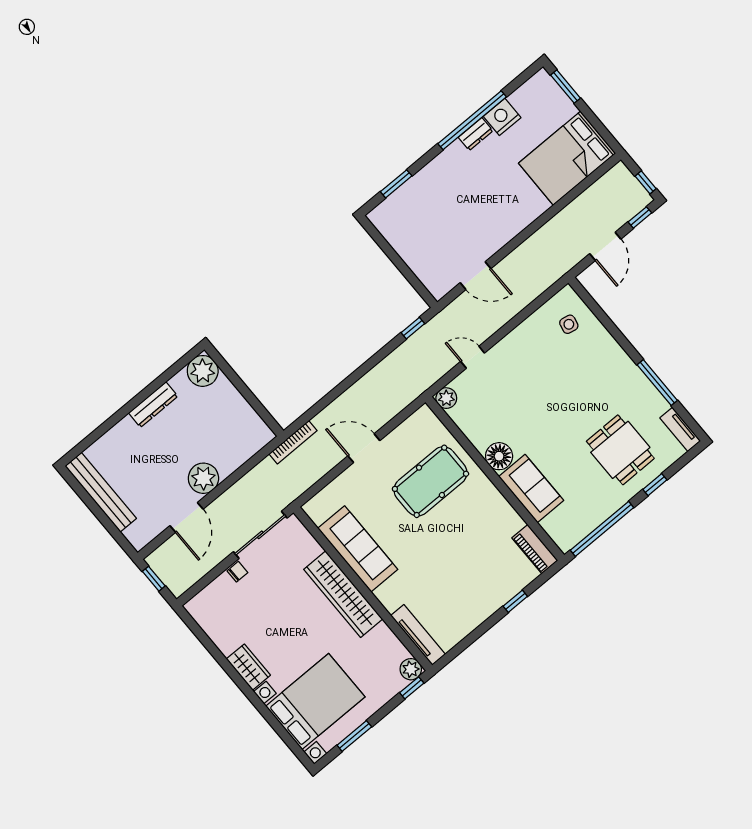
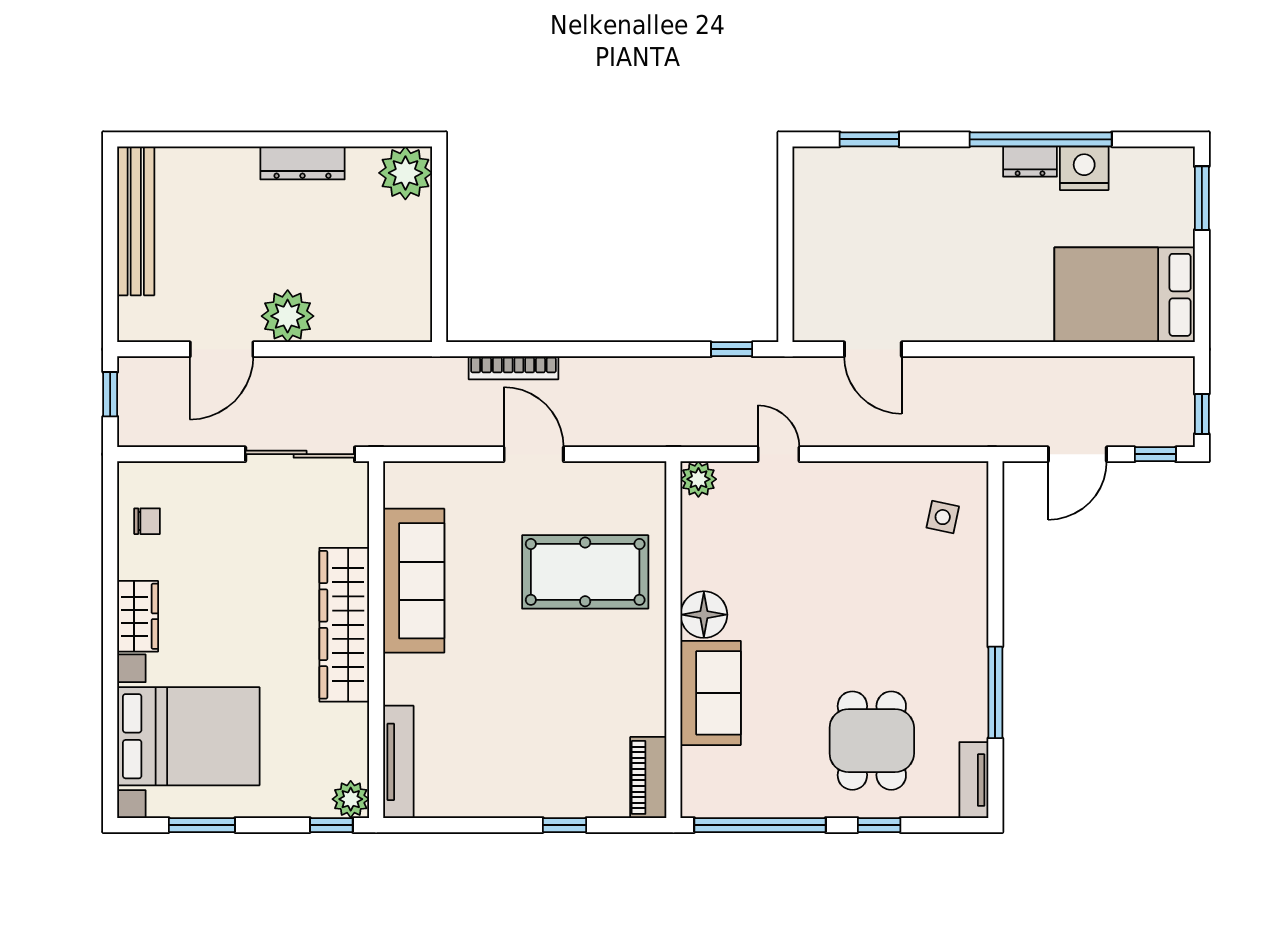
bookcase: (293, 442) -> (513, 368), moved
chair: (237, 572) -> (147, 521), moved

